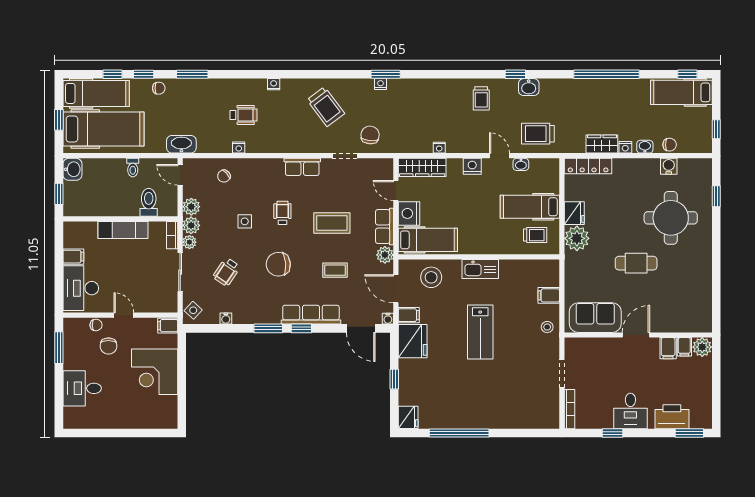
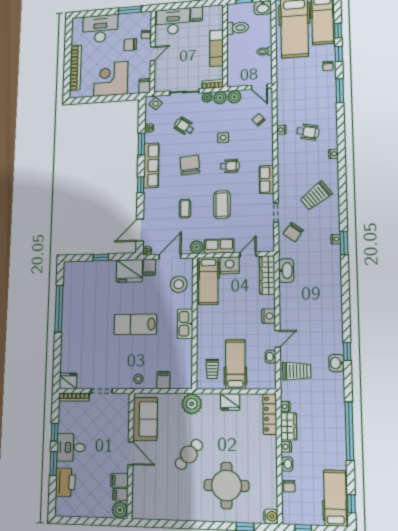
trolley: (481, 98) -> (326, 323), removed
wheelchair: (244, 115) -> (308, 132), turned -79
trolley: (538, 134) -> (297, 371), turned 90
chair: (370, 135) -> (293, 232), turned 120
washbasin: (181, 144) -> (286, 271), moved
nightstand: (439, 148) -> (285, 406), moved
water cooler: (669, 166) -> (271, 516), moved
door: (180, 175) -> (259, 87), swing flipped
toilet: (149, 202) -> (238, 28), moved
plant: (577, 238) -> (192, 404), moved
cafe table: (636, 263) -> (189, 454), turned 41
row of seats: (311, 315) -> (151, 165), moved
window: (268, 328) -> (141, 144), moved
desk: (82, 388) -> (100, 29), width x1.37
fridge: (408, 417) -> (68, 381), moved, turned 180
bookcase: (135, 422) -> (75, 68), added
window: (689, 433) -> (53, 463), moved

